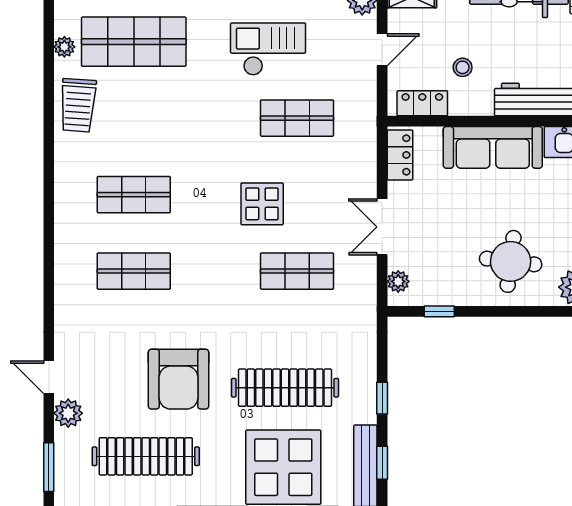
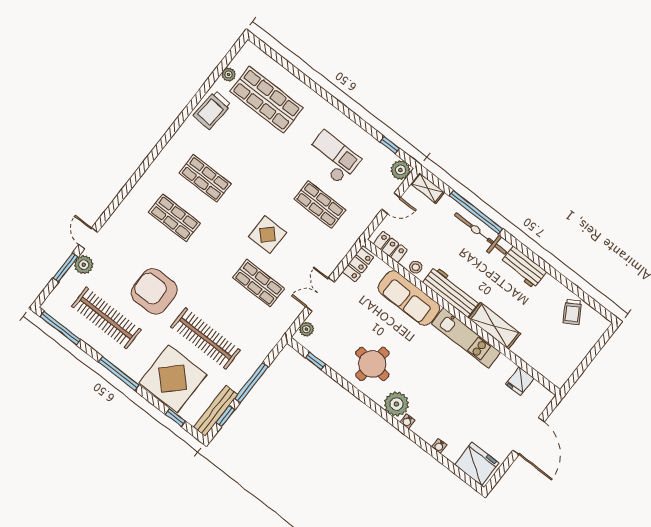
stool: (463, 67) -> (416, 267), moved
armchair: (179, 379) -> (154, 291), turned 90
window: (382, 398) -> (251, 383), width x2.17
window: (49, 467) -> (65, 267), moved

